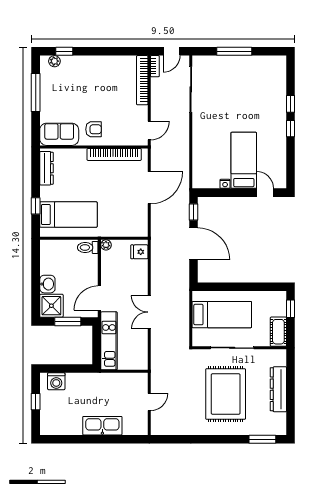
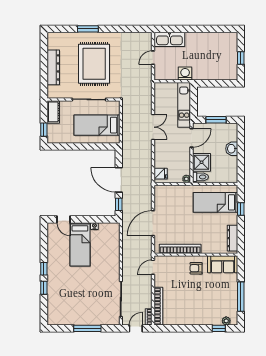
shower: (51, 306) -> (202, 162), moved
washing machine: (56, 381) -> (185, 74), moved
kitchen sink: (102, 426) -> (169, 39), moved
window: (262, 439) -> (88, 29), moved

